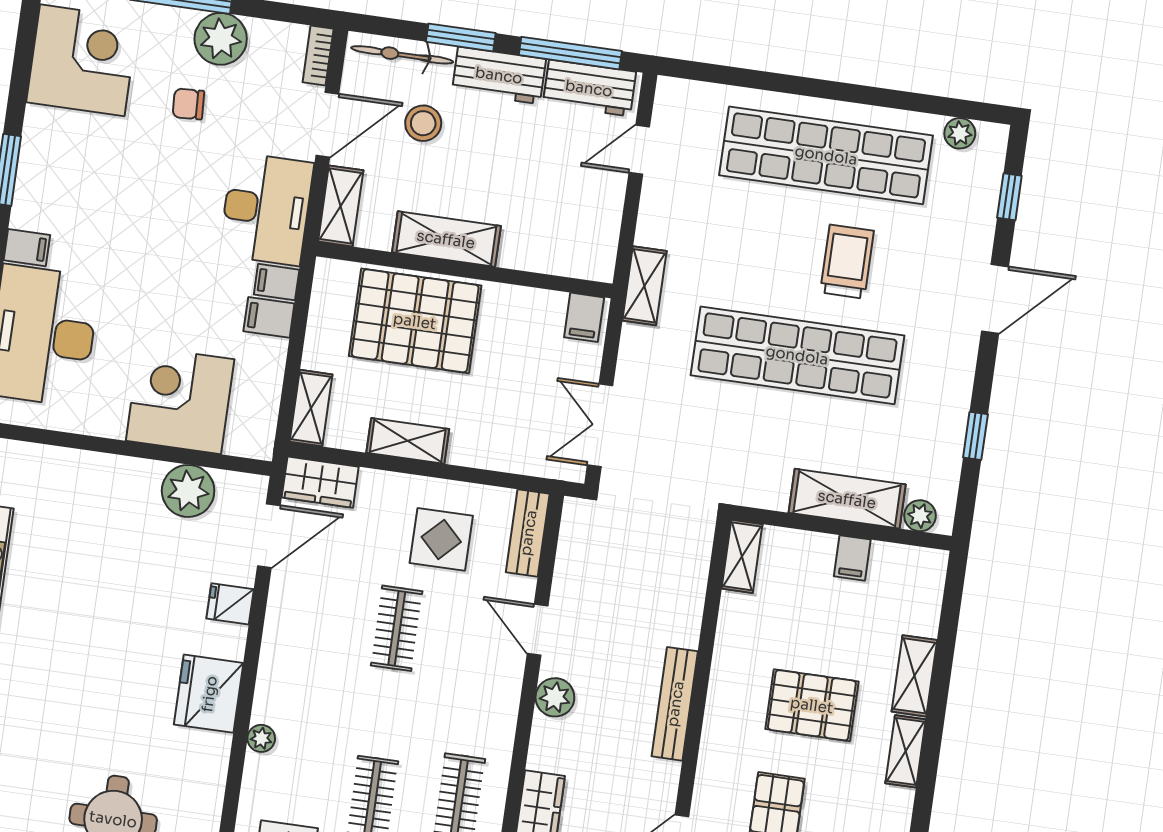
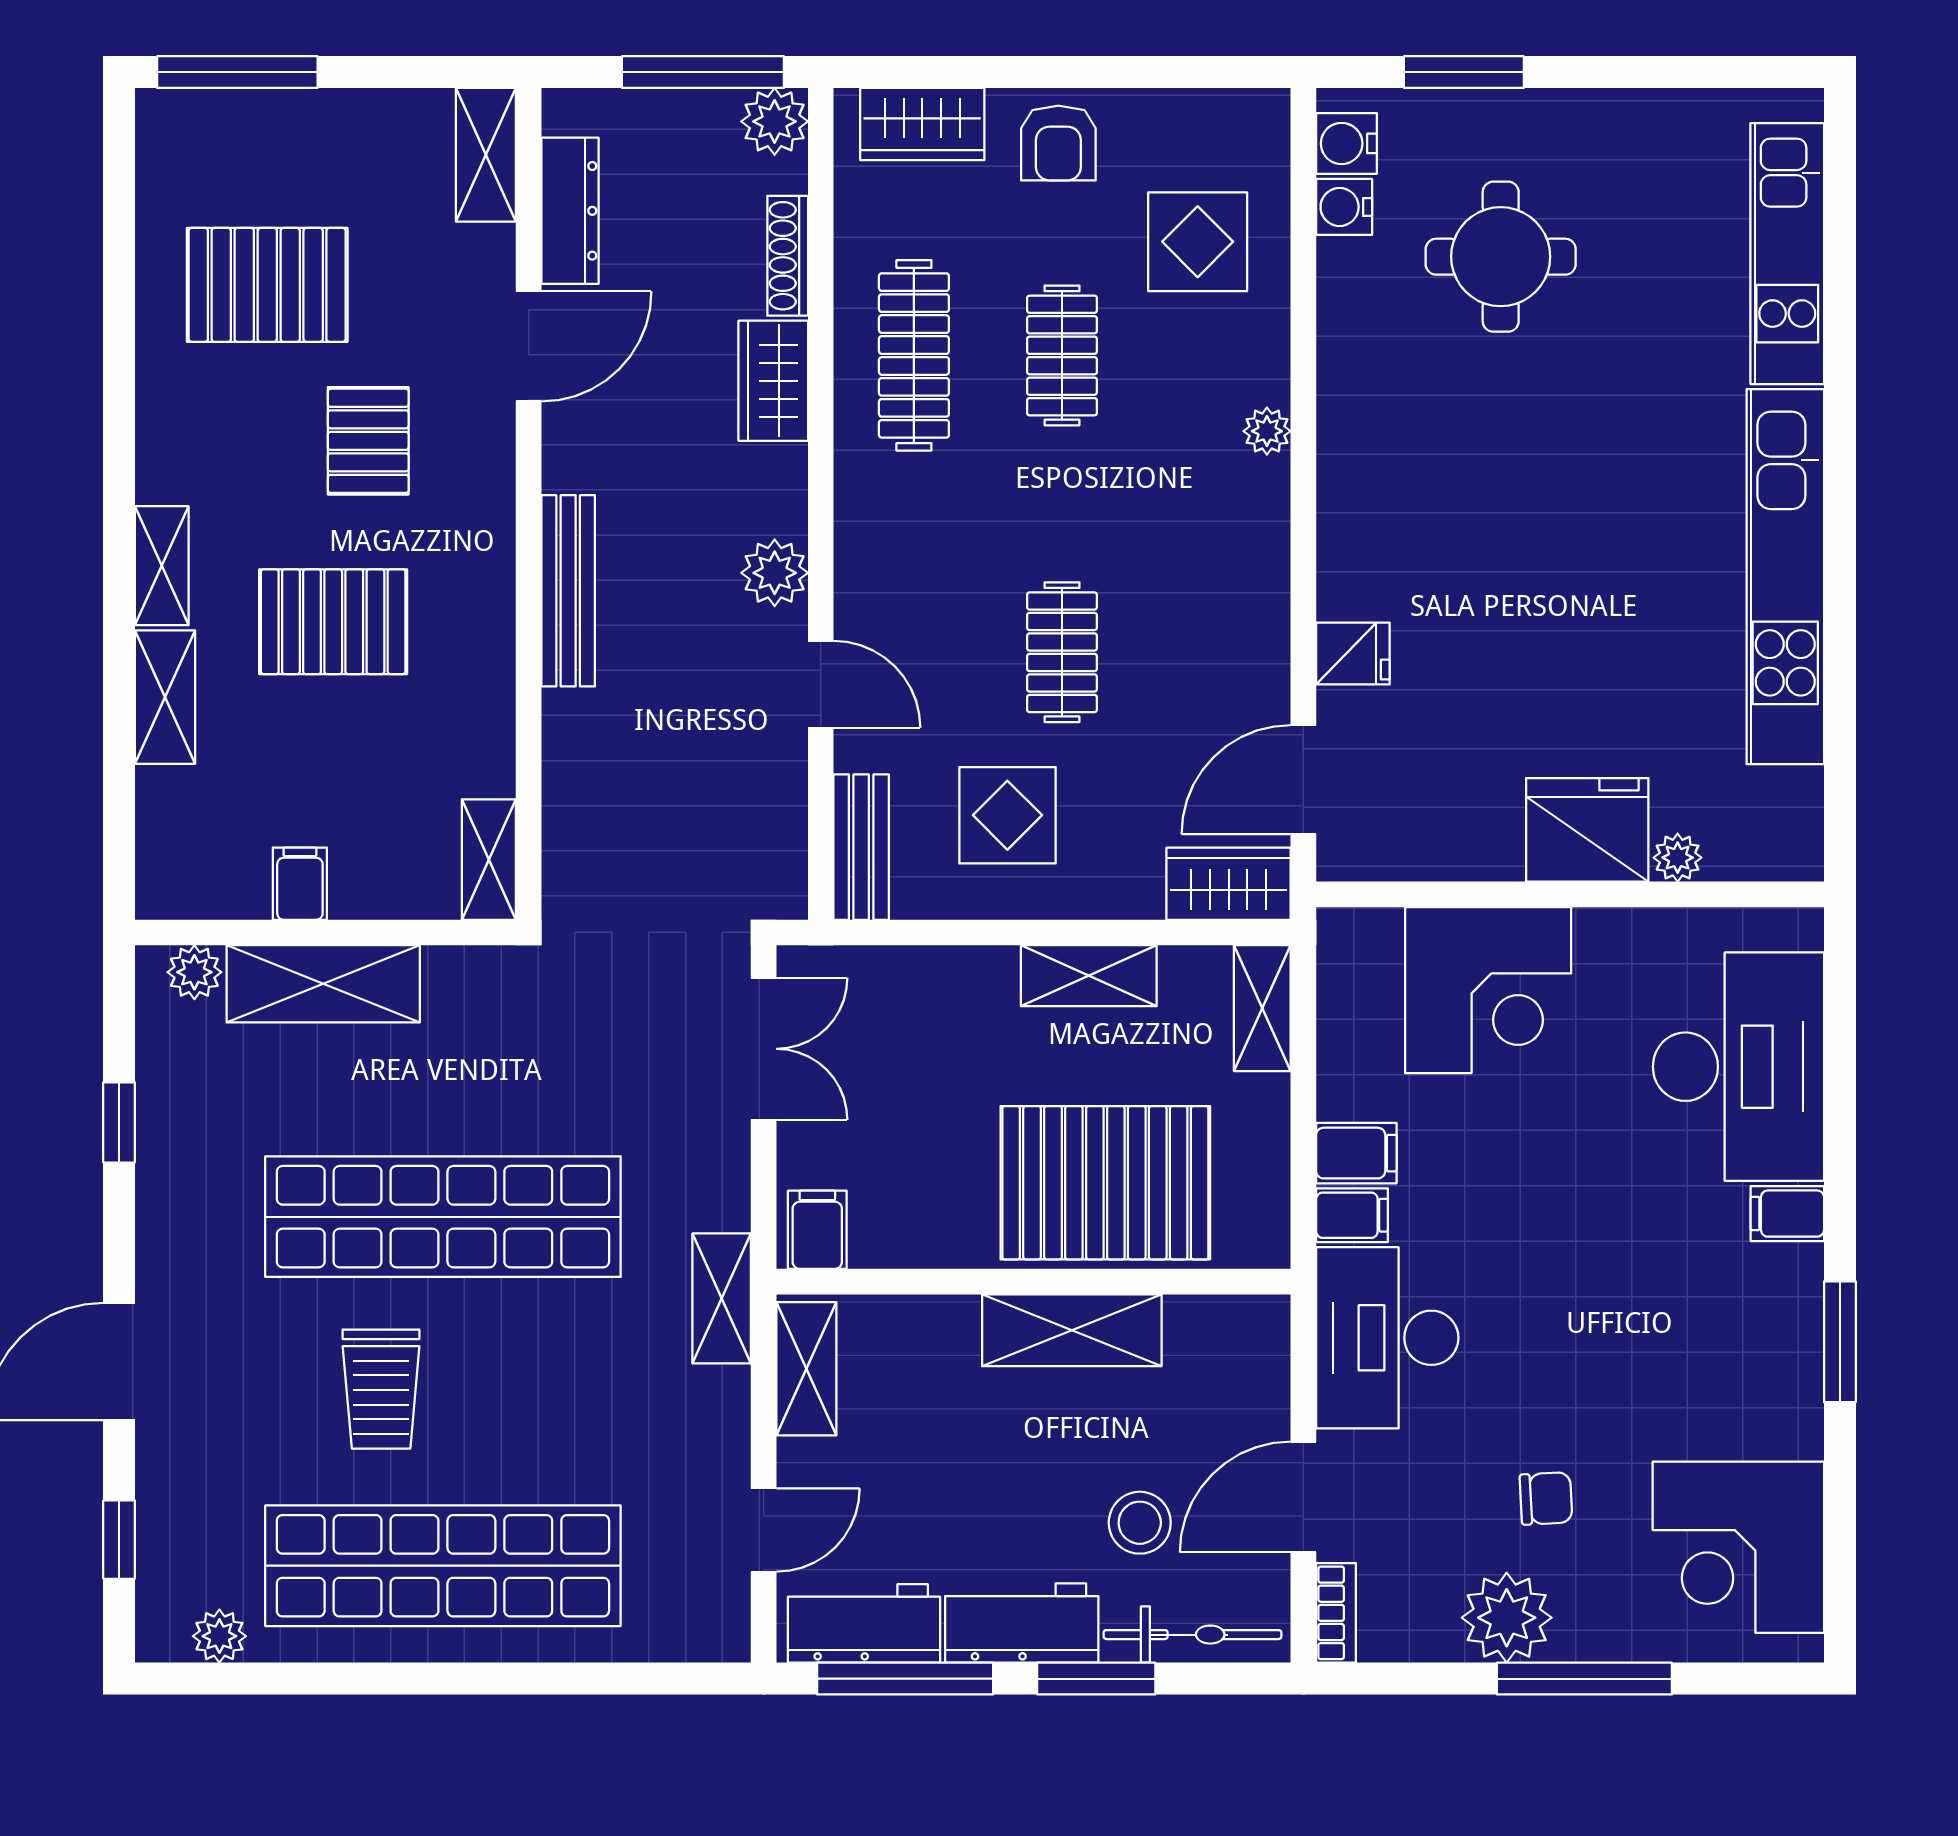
shelving: (341, 206) -> (806, 1369), moved
plant: (188, 491) -> (1678, 858), moved, width x0.53, depth x0.53
fridge: (209, 694) -> (1587, 830), moved, turned -90

